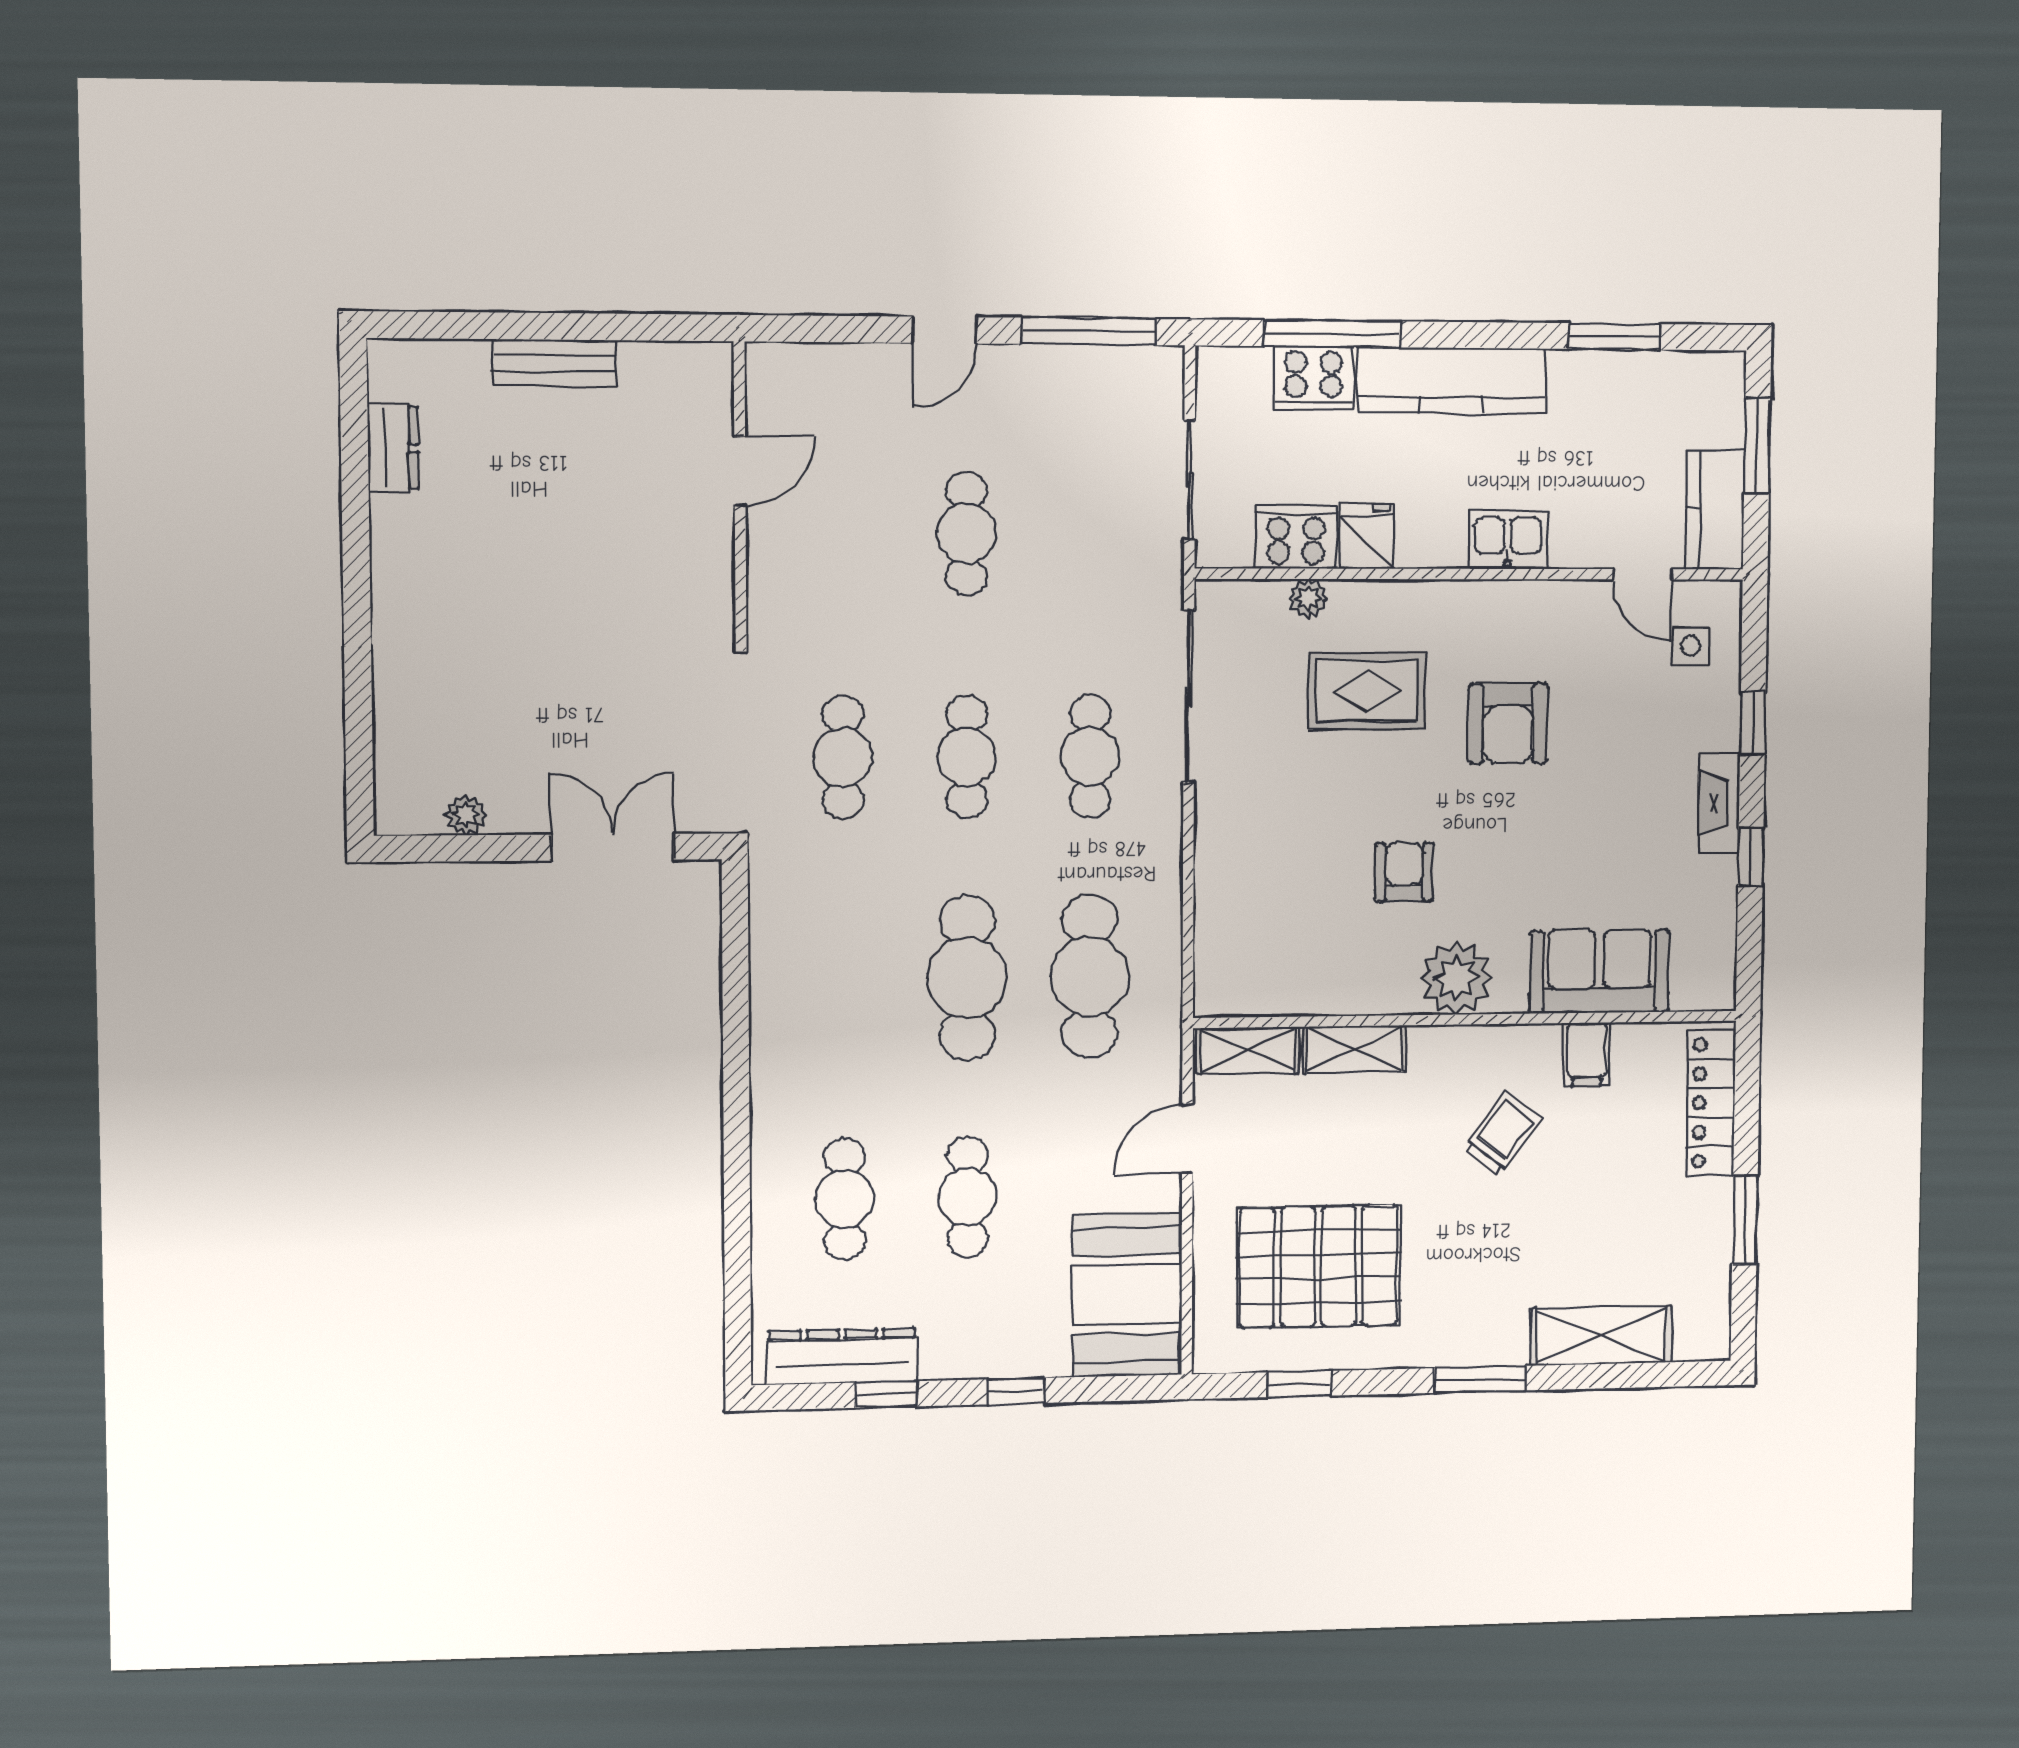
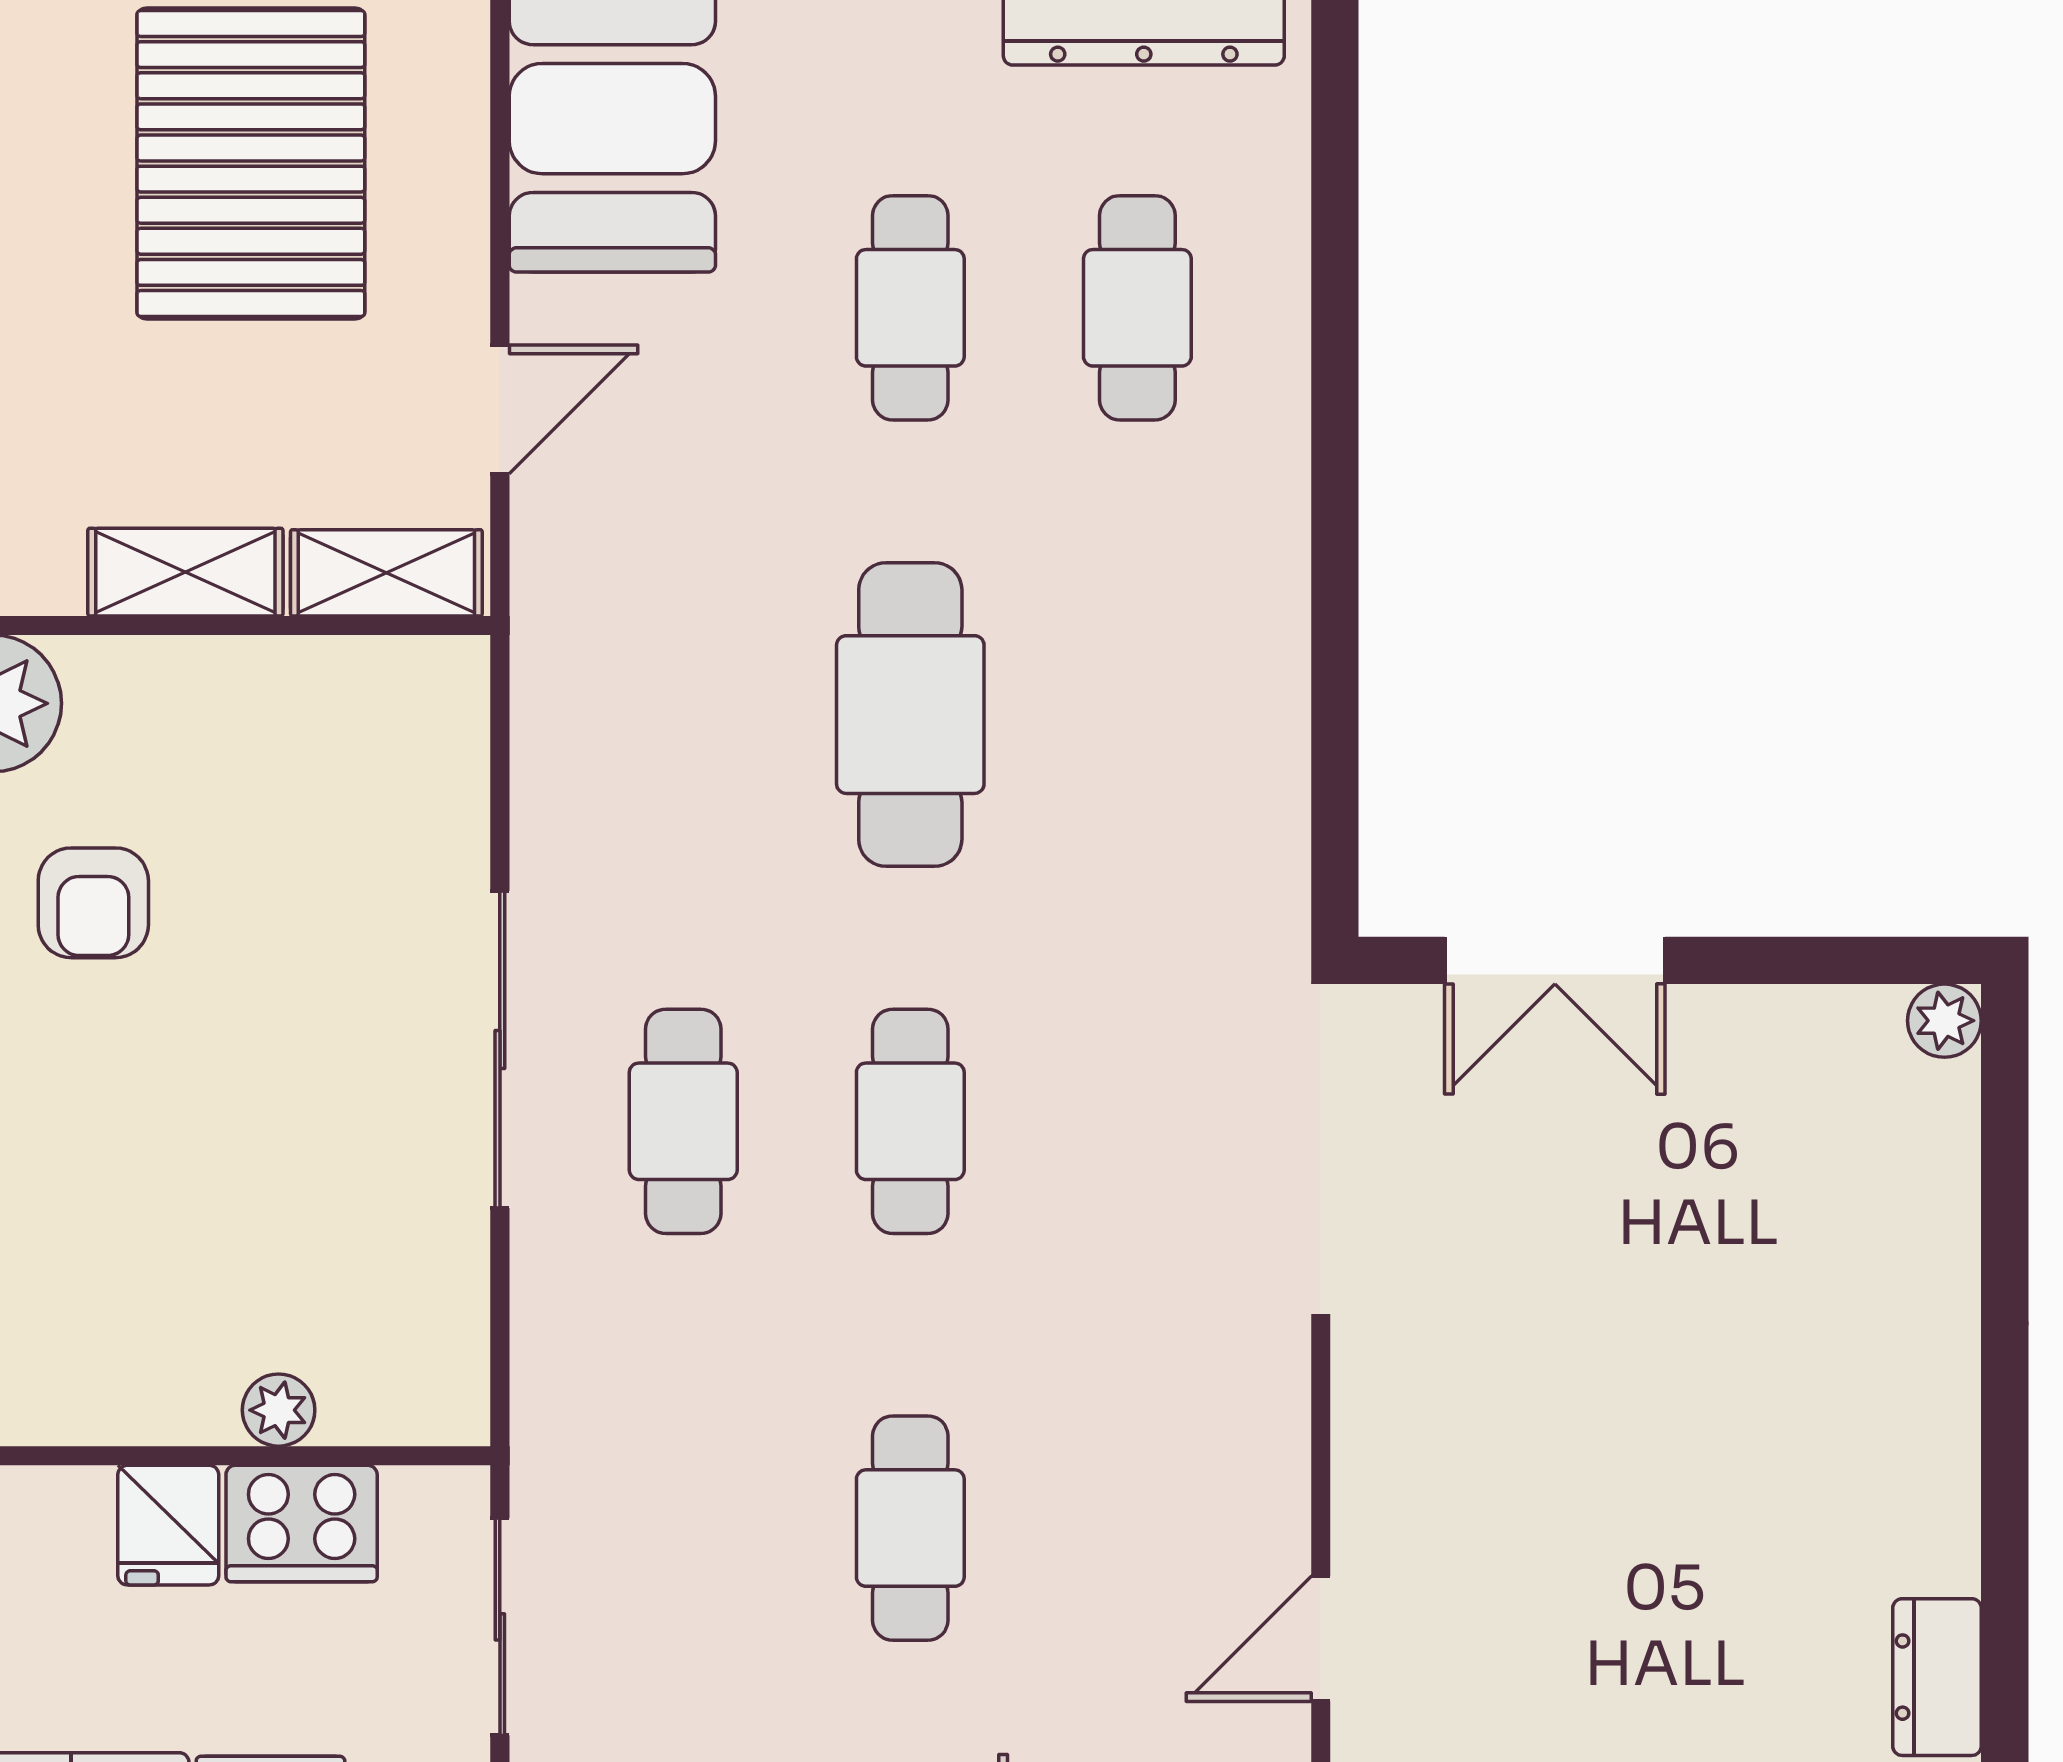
rug: (1367, 691) -> (166, 1240), removed
sliding door: (1189, 696) -> (500, 1050), moved
cafe table: (843, 757) -> (1137, 1121), removed
plant: (466, 815) -> (1944, 1021), moved
cafe table: (1090, 977) -> (683, 715), removed
pallet: (1318, 1267) -> (251, 164), turned 90

